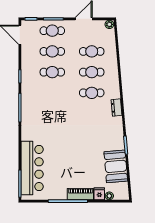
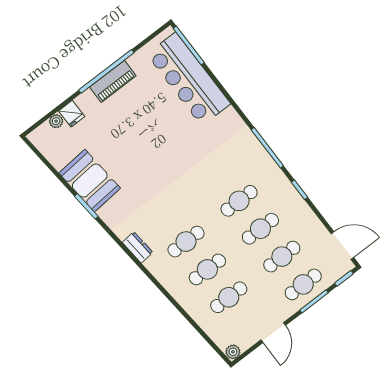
cafe table: (52, 93) -> (239, 201), added
booth: (116, 166) -> (90, 181), moved
piano: (80, 194) -> (113, 81), moved

